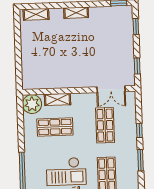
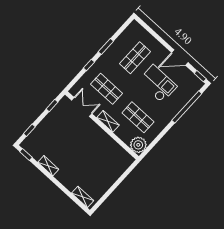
shelving: (76, 13) -> (48, 166), moved
shelving: (58, 99) -> (108, 121), moved
shop shelf: (105, 125) -> (107, 89), turned 90

